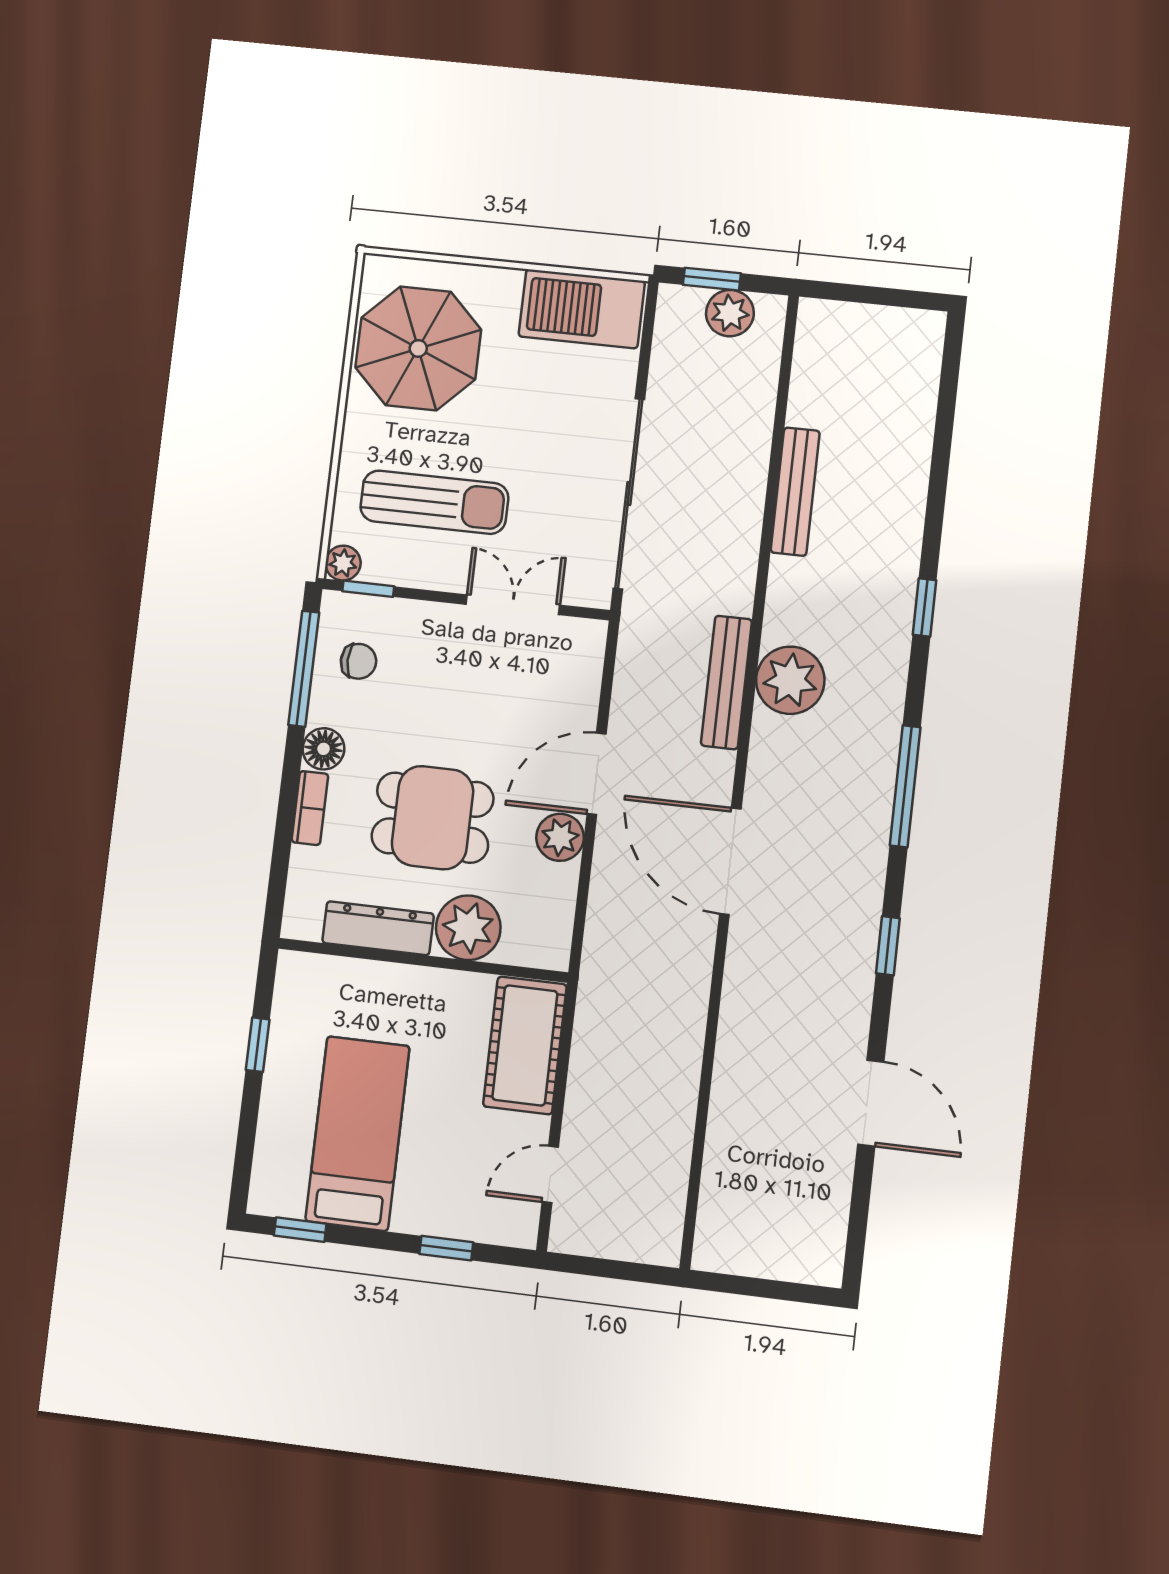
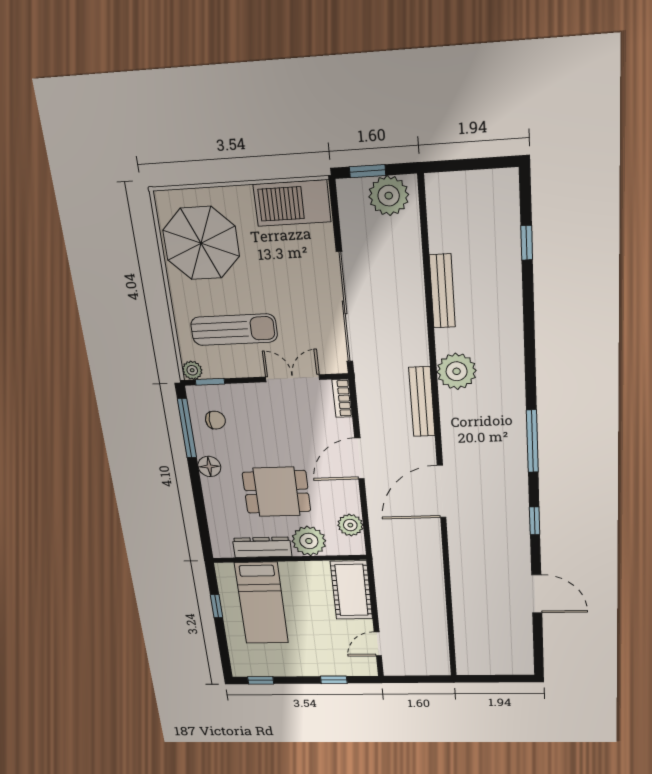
plant: (730, 313) -> (389, 196), width x1.36, depth x1.36
window: (924, 607) -> (527, 243), moved
plant: (790, 680) -> (457, 371), moved
bookcase: (310, 808) -> (342, 398), moved, turned 180
plant: (560, 837) -> (350, 525), moved
door: (730, 861) -> (442, 492), hinge flipped
bed: (358, 1134) -> (262, 603), moved, turned 180

